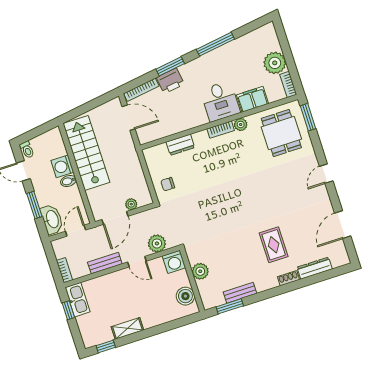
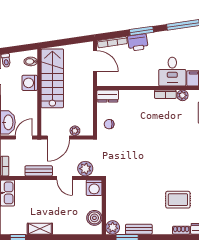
dresser: (180, 145) -> (108, 96), moved
bidet: (68, 181) -> (31, 61), moved
rug: (274, 245) -> (178, 200), turned 90
plant: (200, 271) -> (113, 227), moved

